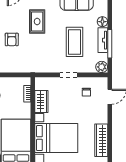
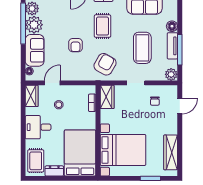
armchair: (39, 57) -> (105, 64), added
wardrobe: (41, 101) -> (107, 97), moved

